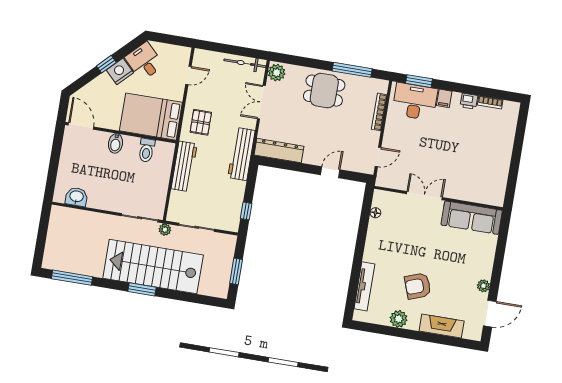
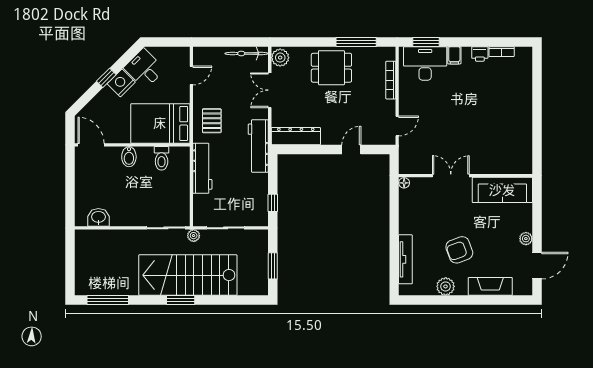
double door: (424, 196) -> (451, 176), moved
wall: (439, 198) -> (466, 176), moved
sofa: (472, 218) -> (502, 190), moved

